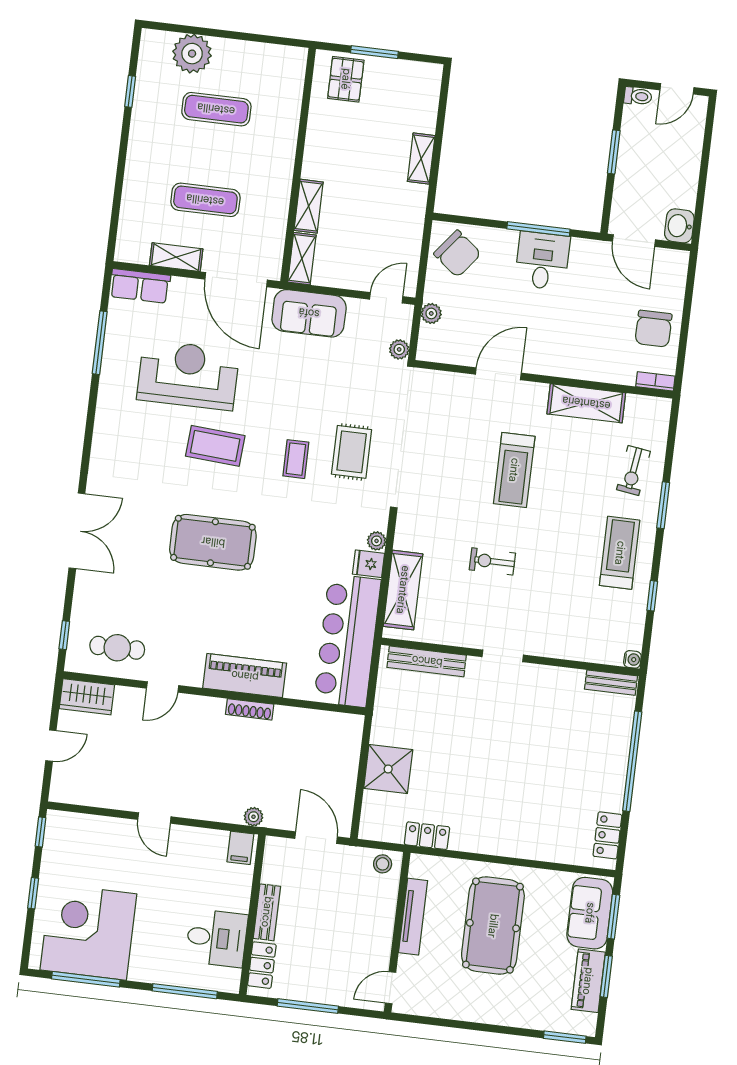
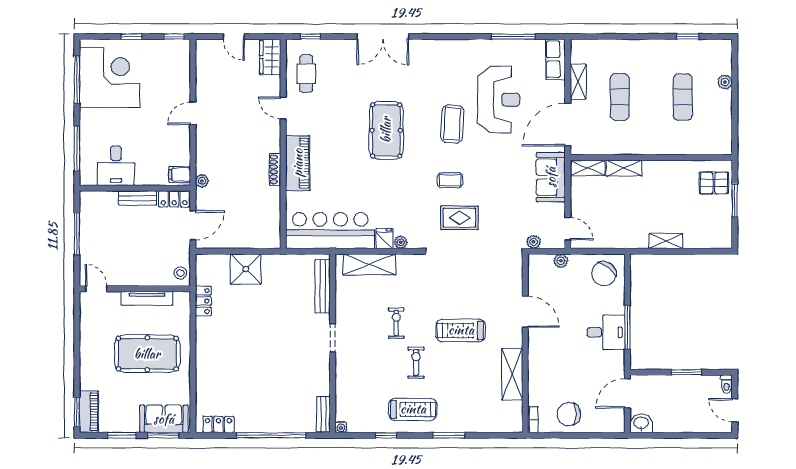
plant: (192, 54) -> (725, 82), width x0.53, depth x0.53
exercise bike: (633, 470) -> (416, 363), moved, turned 82
locker: (262, 965) -> (174, 199), moved
piano: (588, 981) -> (89, 412), moved, turned 90

